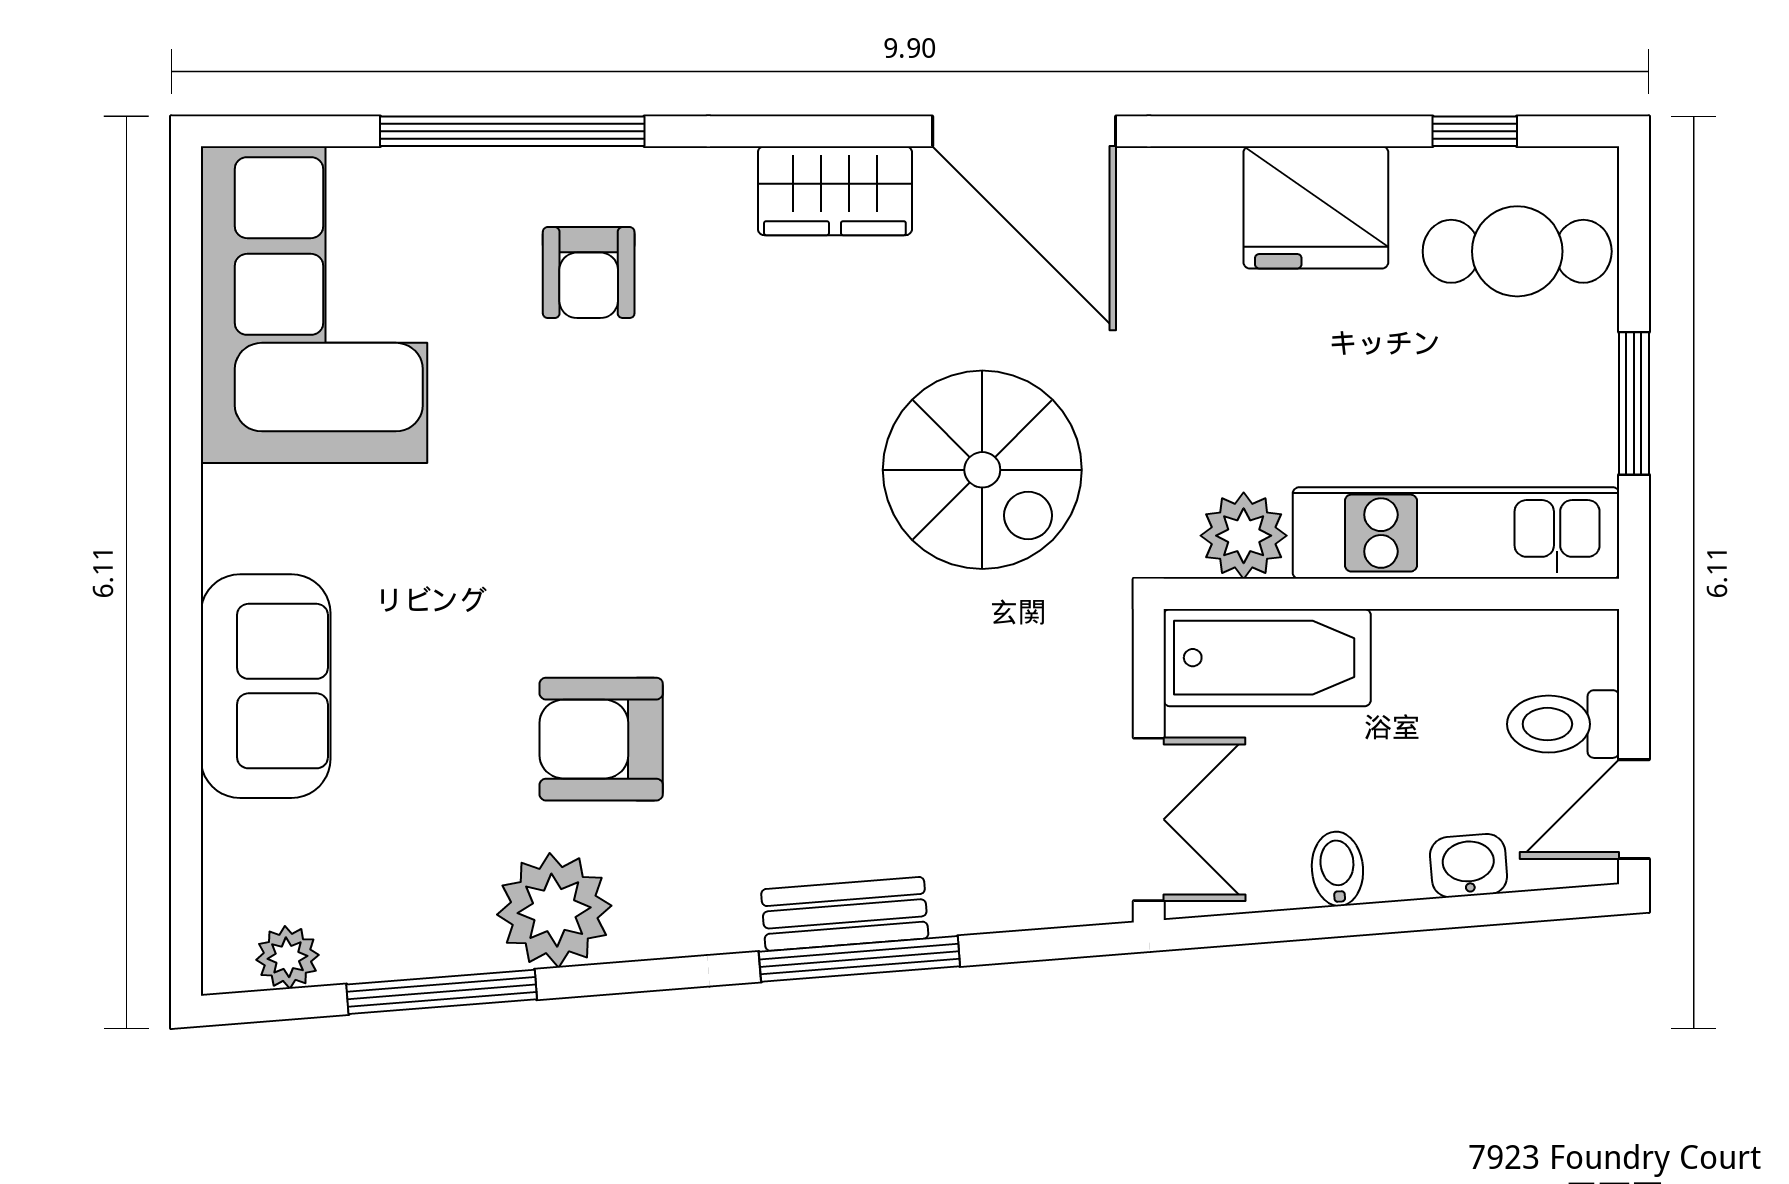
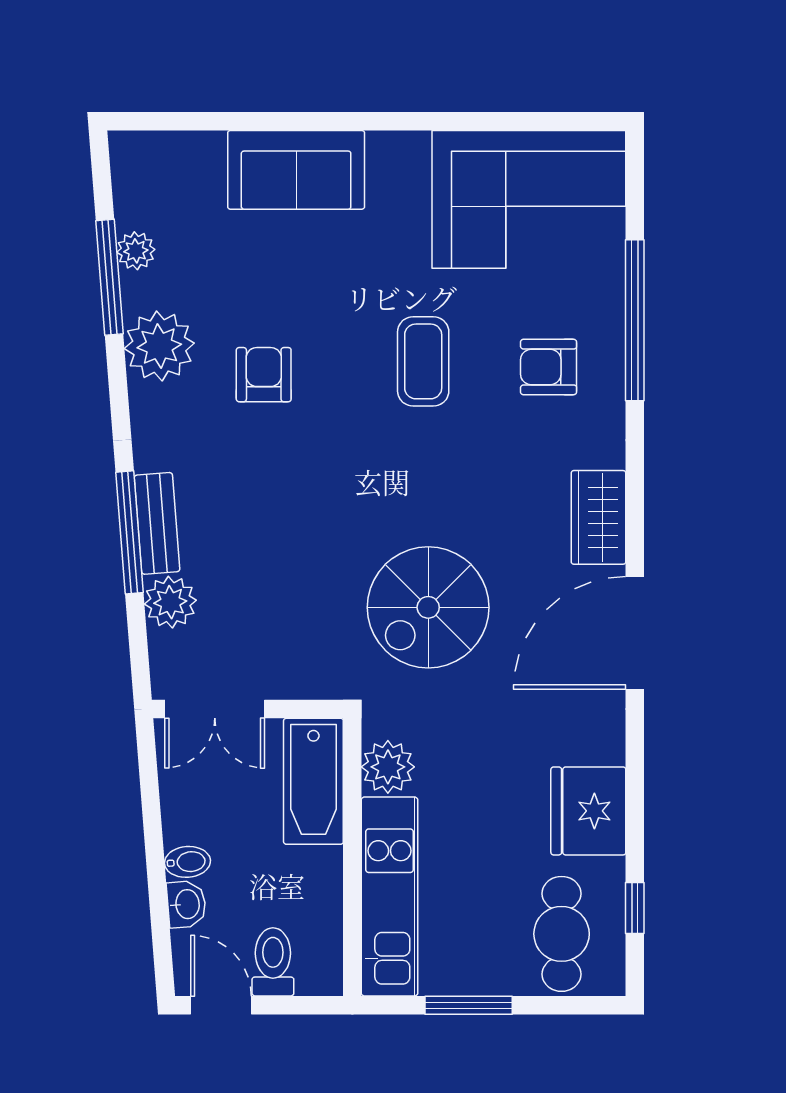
coffee table: (579, 478) -> (423, 361), added
armchair: (601, 739) -> (264, 375), width x0.72, depth x0.72
bidet: (1337, 869) -> (187, 862), moved
plant: (974, 892) -> (170, 602), added
plant: (287, 957) -> (136, 251), moved

